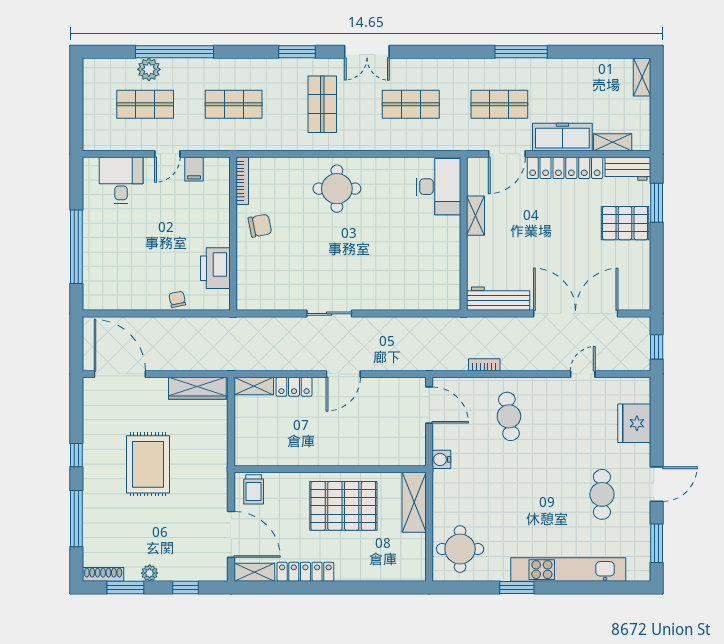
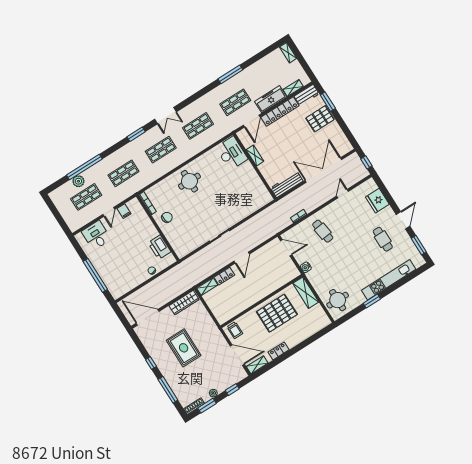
shop shelf: (322, 104) -> (161, 150), turned 90
locker: (305, 572) -> (279, 351), width x0.66

